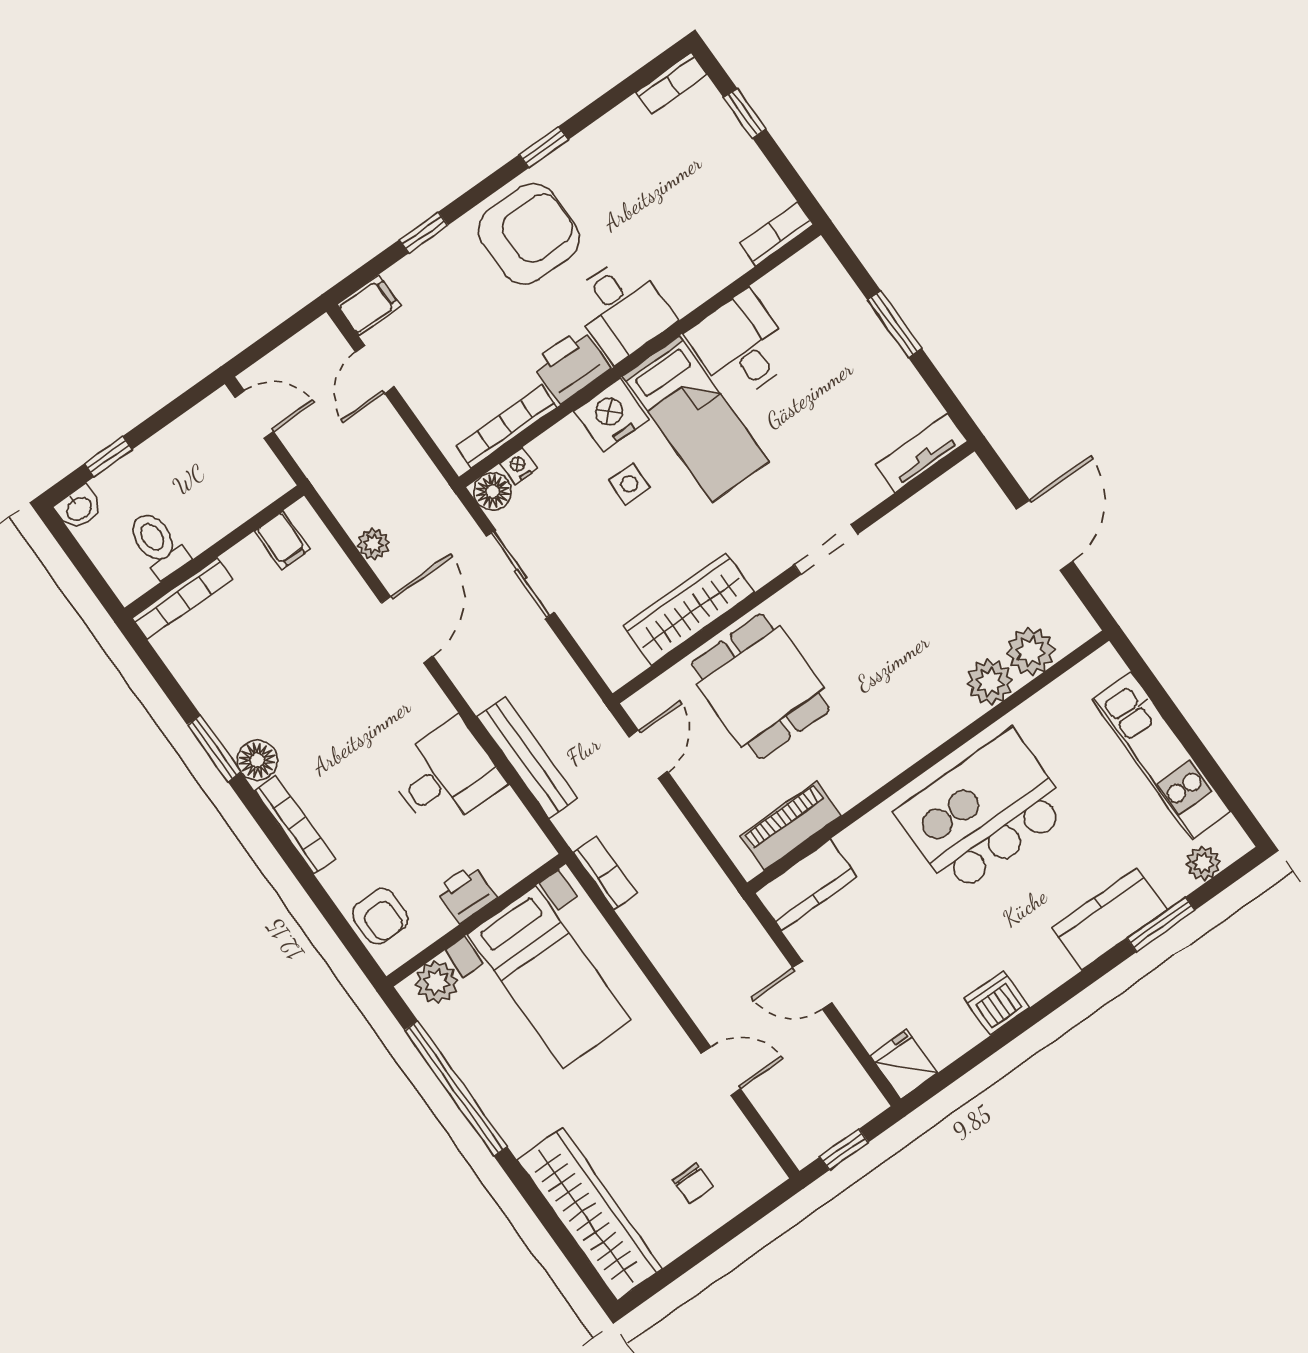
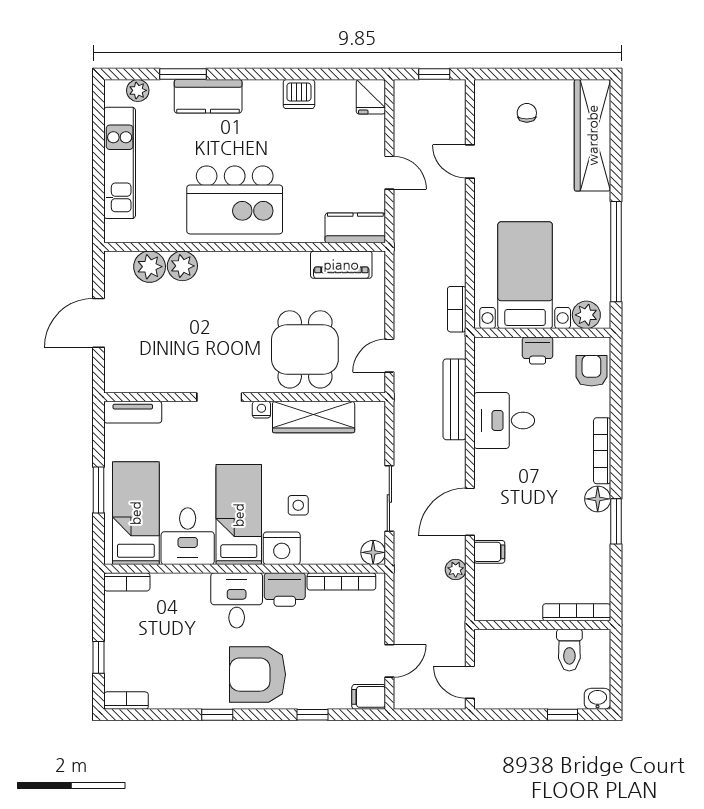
bed: (827, 329) -> (136, 513), added
nightstand: (519, 466) -> (261, 410), moved, turned 180
filing cabinet: (282, 540) -> (489, 552), moved, turned 90

